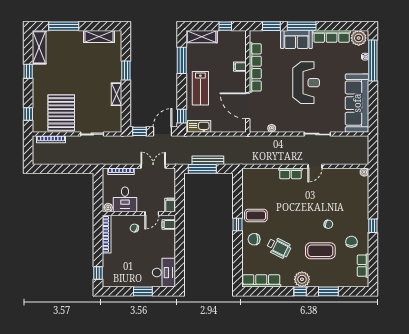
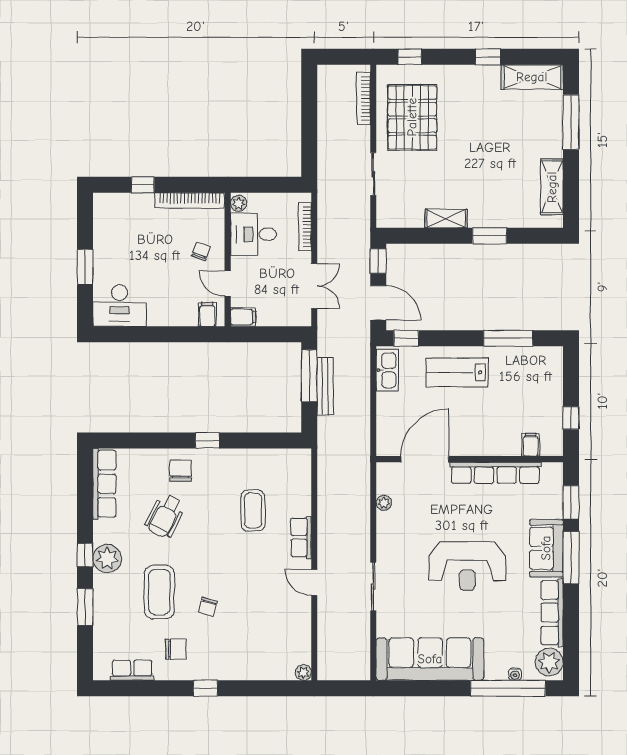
shelving: (202, 37) -> (552, 375), removed
filing cabinet: (240, 67) -> (531, 445), moved
pallet: (61, 113) -> (412, 117), turned 90
coffee table: (256, 216) -> (253, 511), moved
window: (98, 273) -> (143, 185), moved

